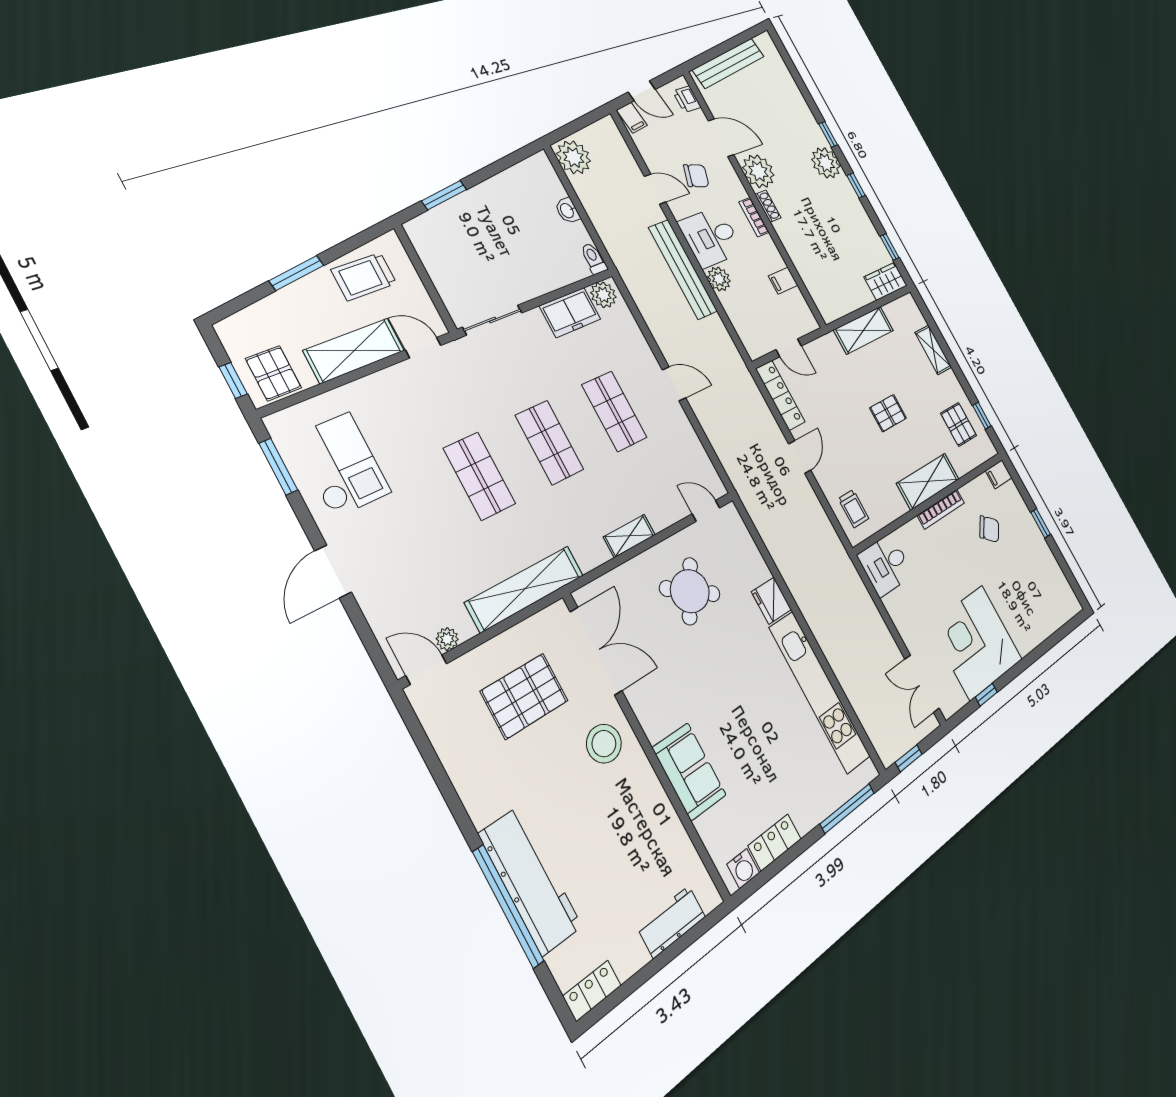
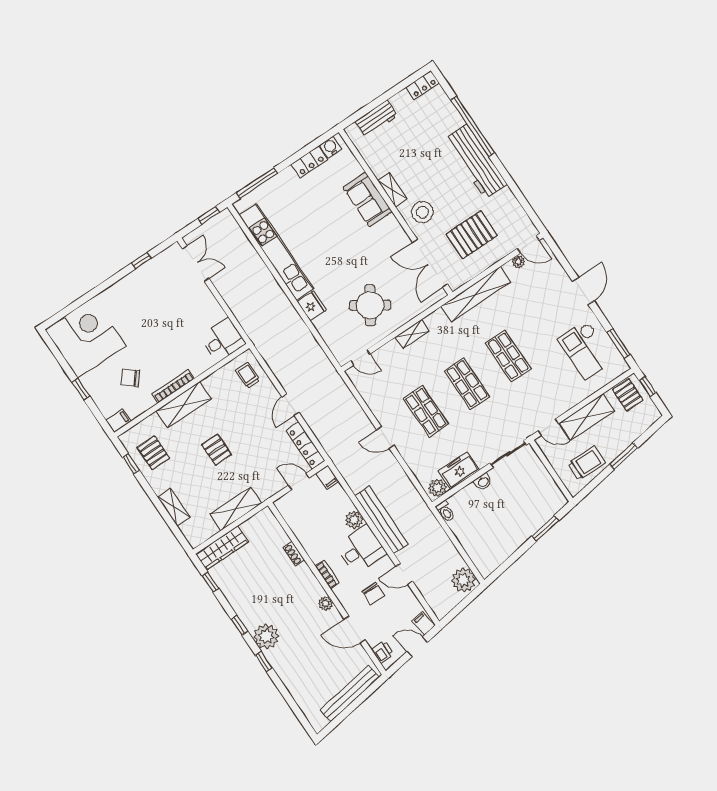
plant: (758, 171) -> (326, 603), width x0.53, depth x0.53
chair: (696, 176) -> (373, 593), turned -108
shoe rack: (768, 206) -> (294, 554), moved
washbasin: (567, 211) -> (483, 482), moved, turned 90
filing cabinet: (783, 281) -> (327, 477), moved, turned 90
wardrobe: (886, 281) -> (222, 548), width x1.50
pallet: (888, 413) -> (217, 450), turned 90
corner desk: (976, 642) -> (86, 338), moved, turned -90
shelving: (650, 787) -> (392, 190), added
workbench: (530, 880) -> (476, 161), moved

